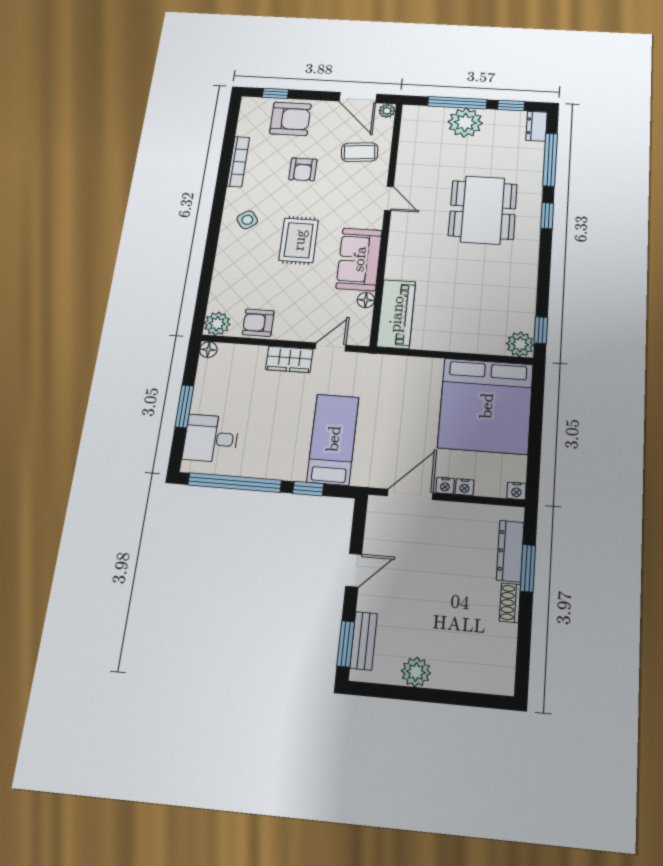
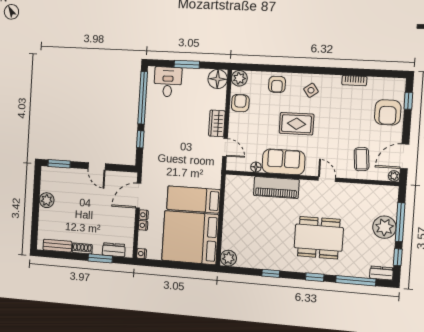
bookcase: (238, 162) -> (354, 81), width x0.64
armchair: (303, 169) -> (277, 84), moved, turned -90
door: (389, 198) -> (327, 179), swing flipped
piano: (396, 314) -> (276, 188), moved
window: (541, 330) -> (271, 273), moved
floor lamp: (208, 350) -> (218, 79), width x1.89, depth x1.89
bed: (333, 439) -> (193, 199), moved, turned 180
door: (410, 494) -> (138, 196), swing flipped
dresser: (510, 551) -> (114, 250), width x0.70
bench: (364, 641) -> (57, 246), moved

